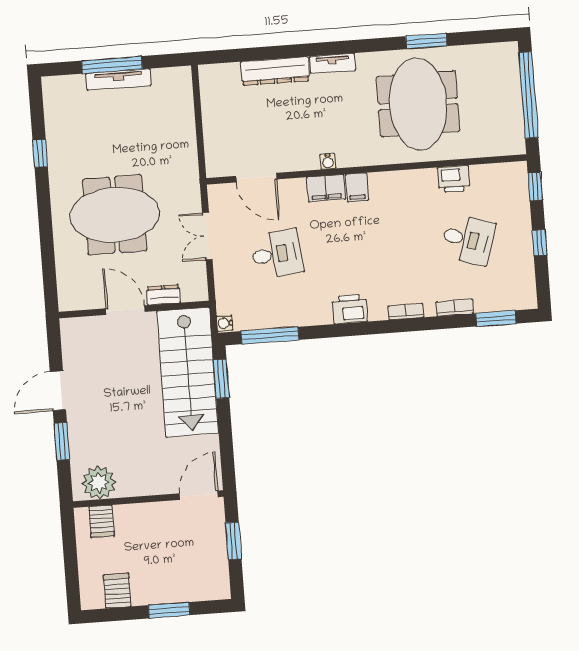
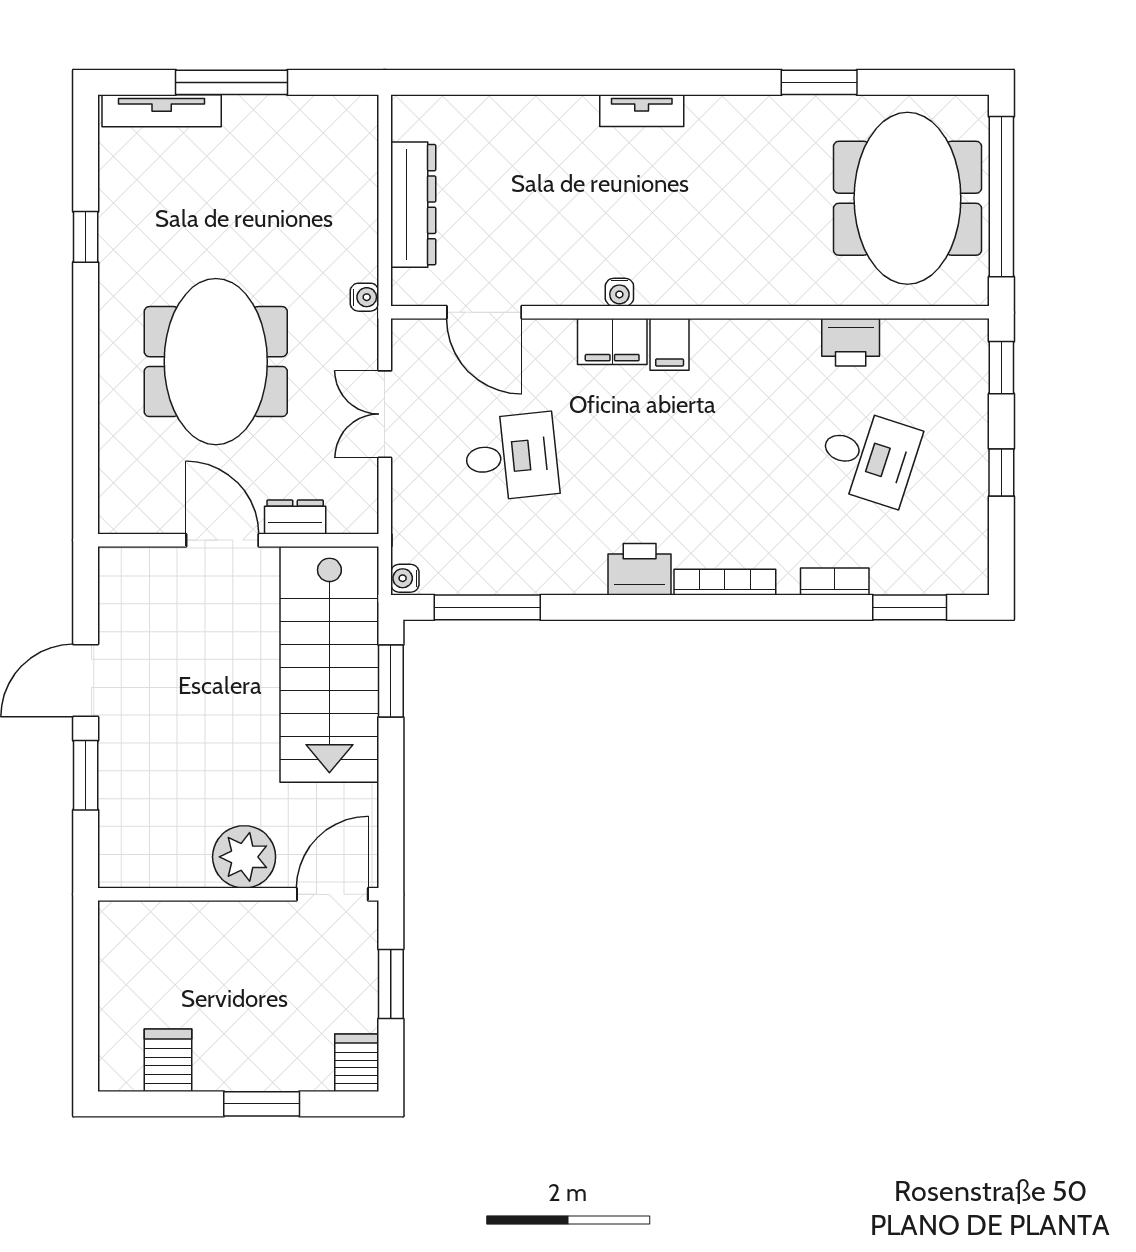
dresser: (275, 71) -> (413, 205), moved, turned -90
tv unit: (119, 80) -> (162, 111), moved
meeting table: (418, 104) -> (907, 198), moved
water cooler: (192, 174) -> (364, 297), added
meeting table: (115, 215) -> (216, 362), turned 90
bookcase: (406, 312) -> (725, 582), width x1.56
plant: (99, 483) -> (244, 857), moved
server rack: (101, 521) -> (357, 1063), moved, turned 180

